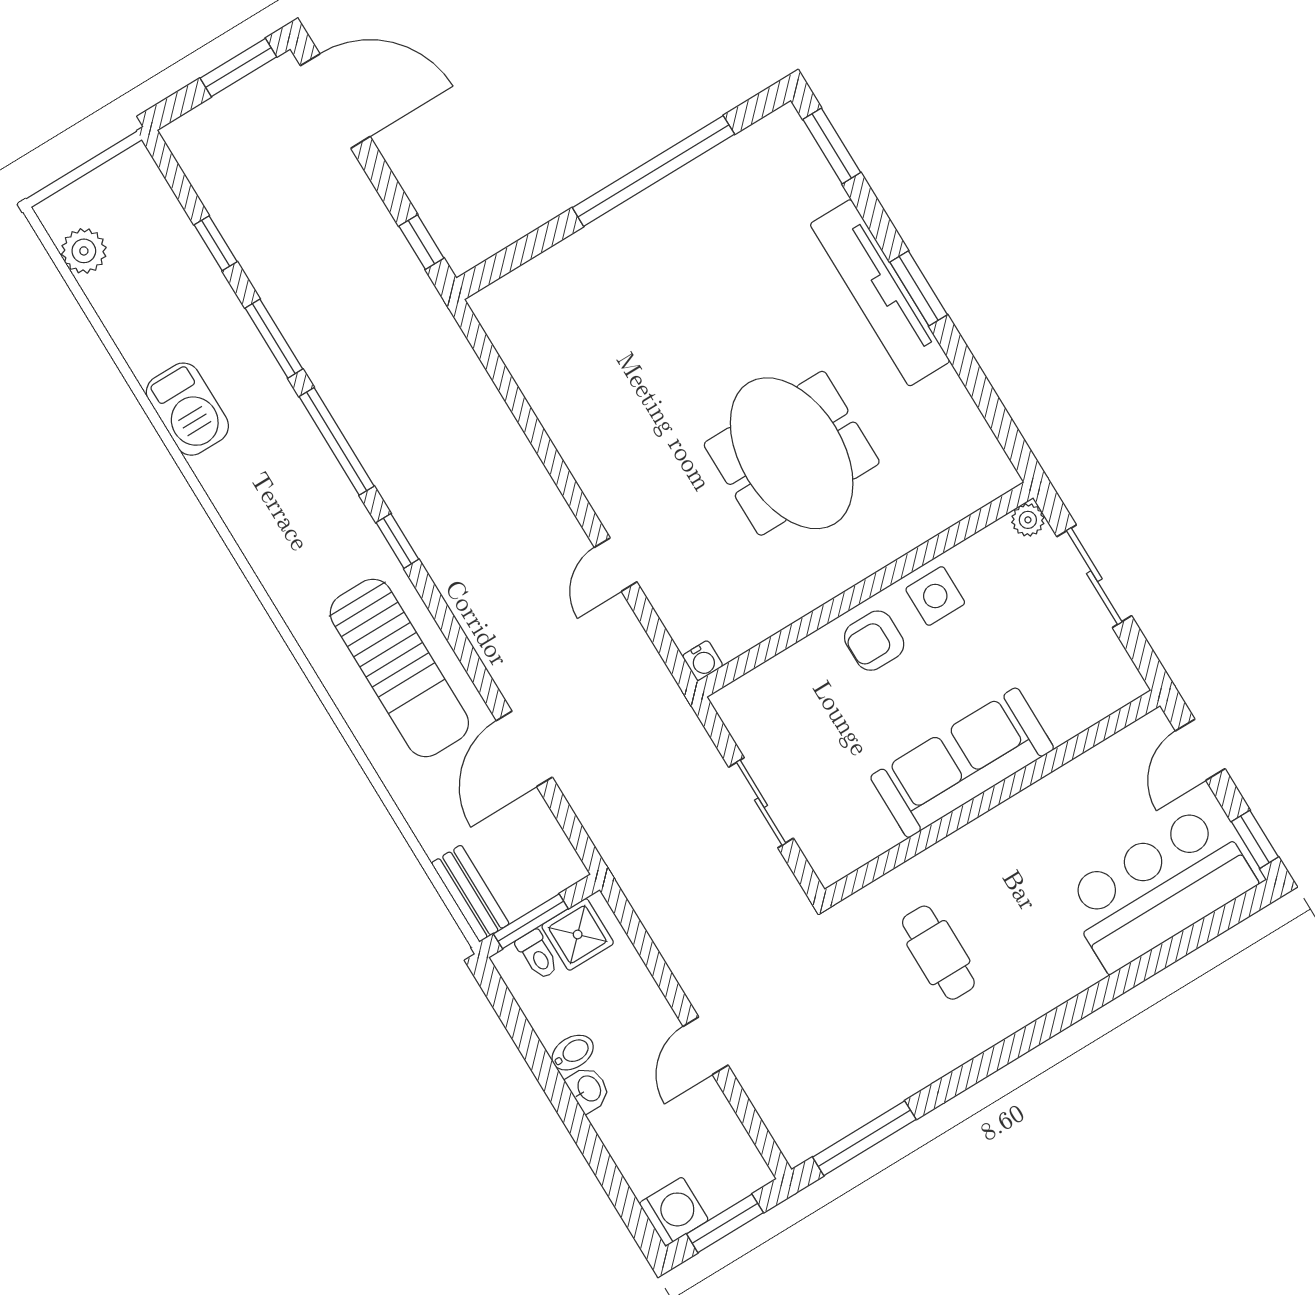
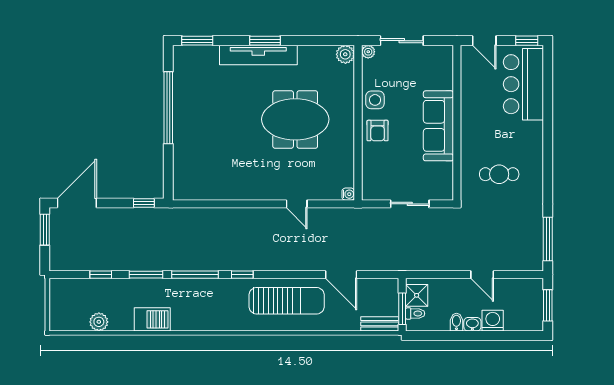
plant: (84, 251) -> (99, 322), moved
plant: (993, 475) -> (345, 54), added
washing machine: (674, 1212) -> (493, 321), moved

